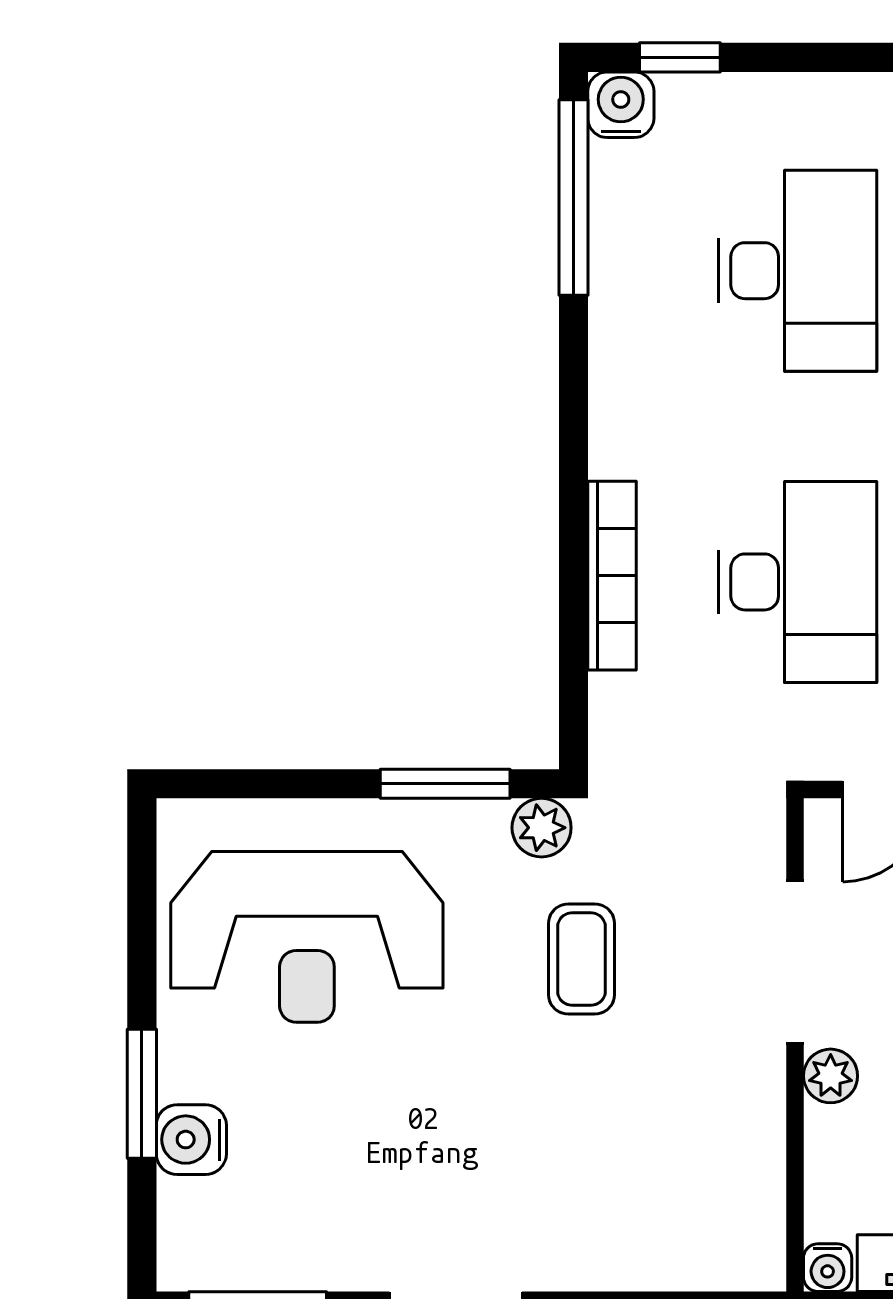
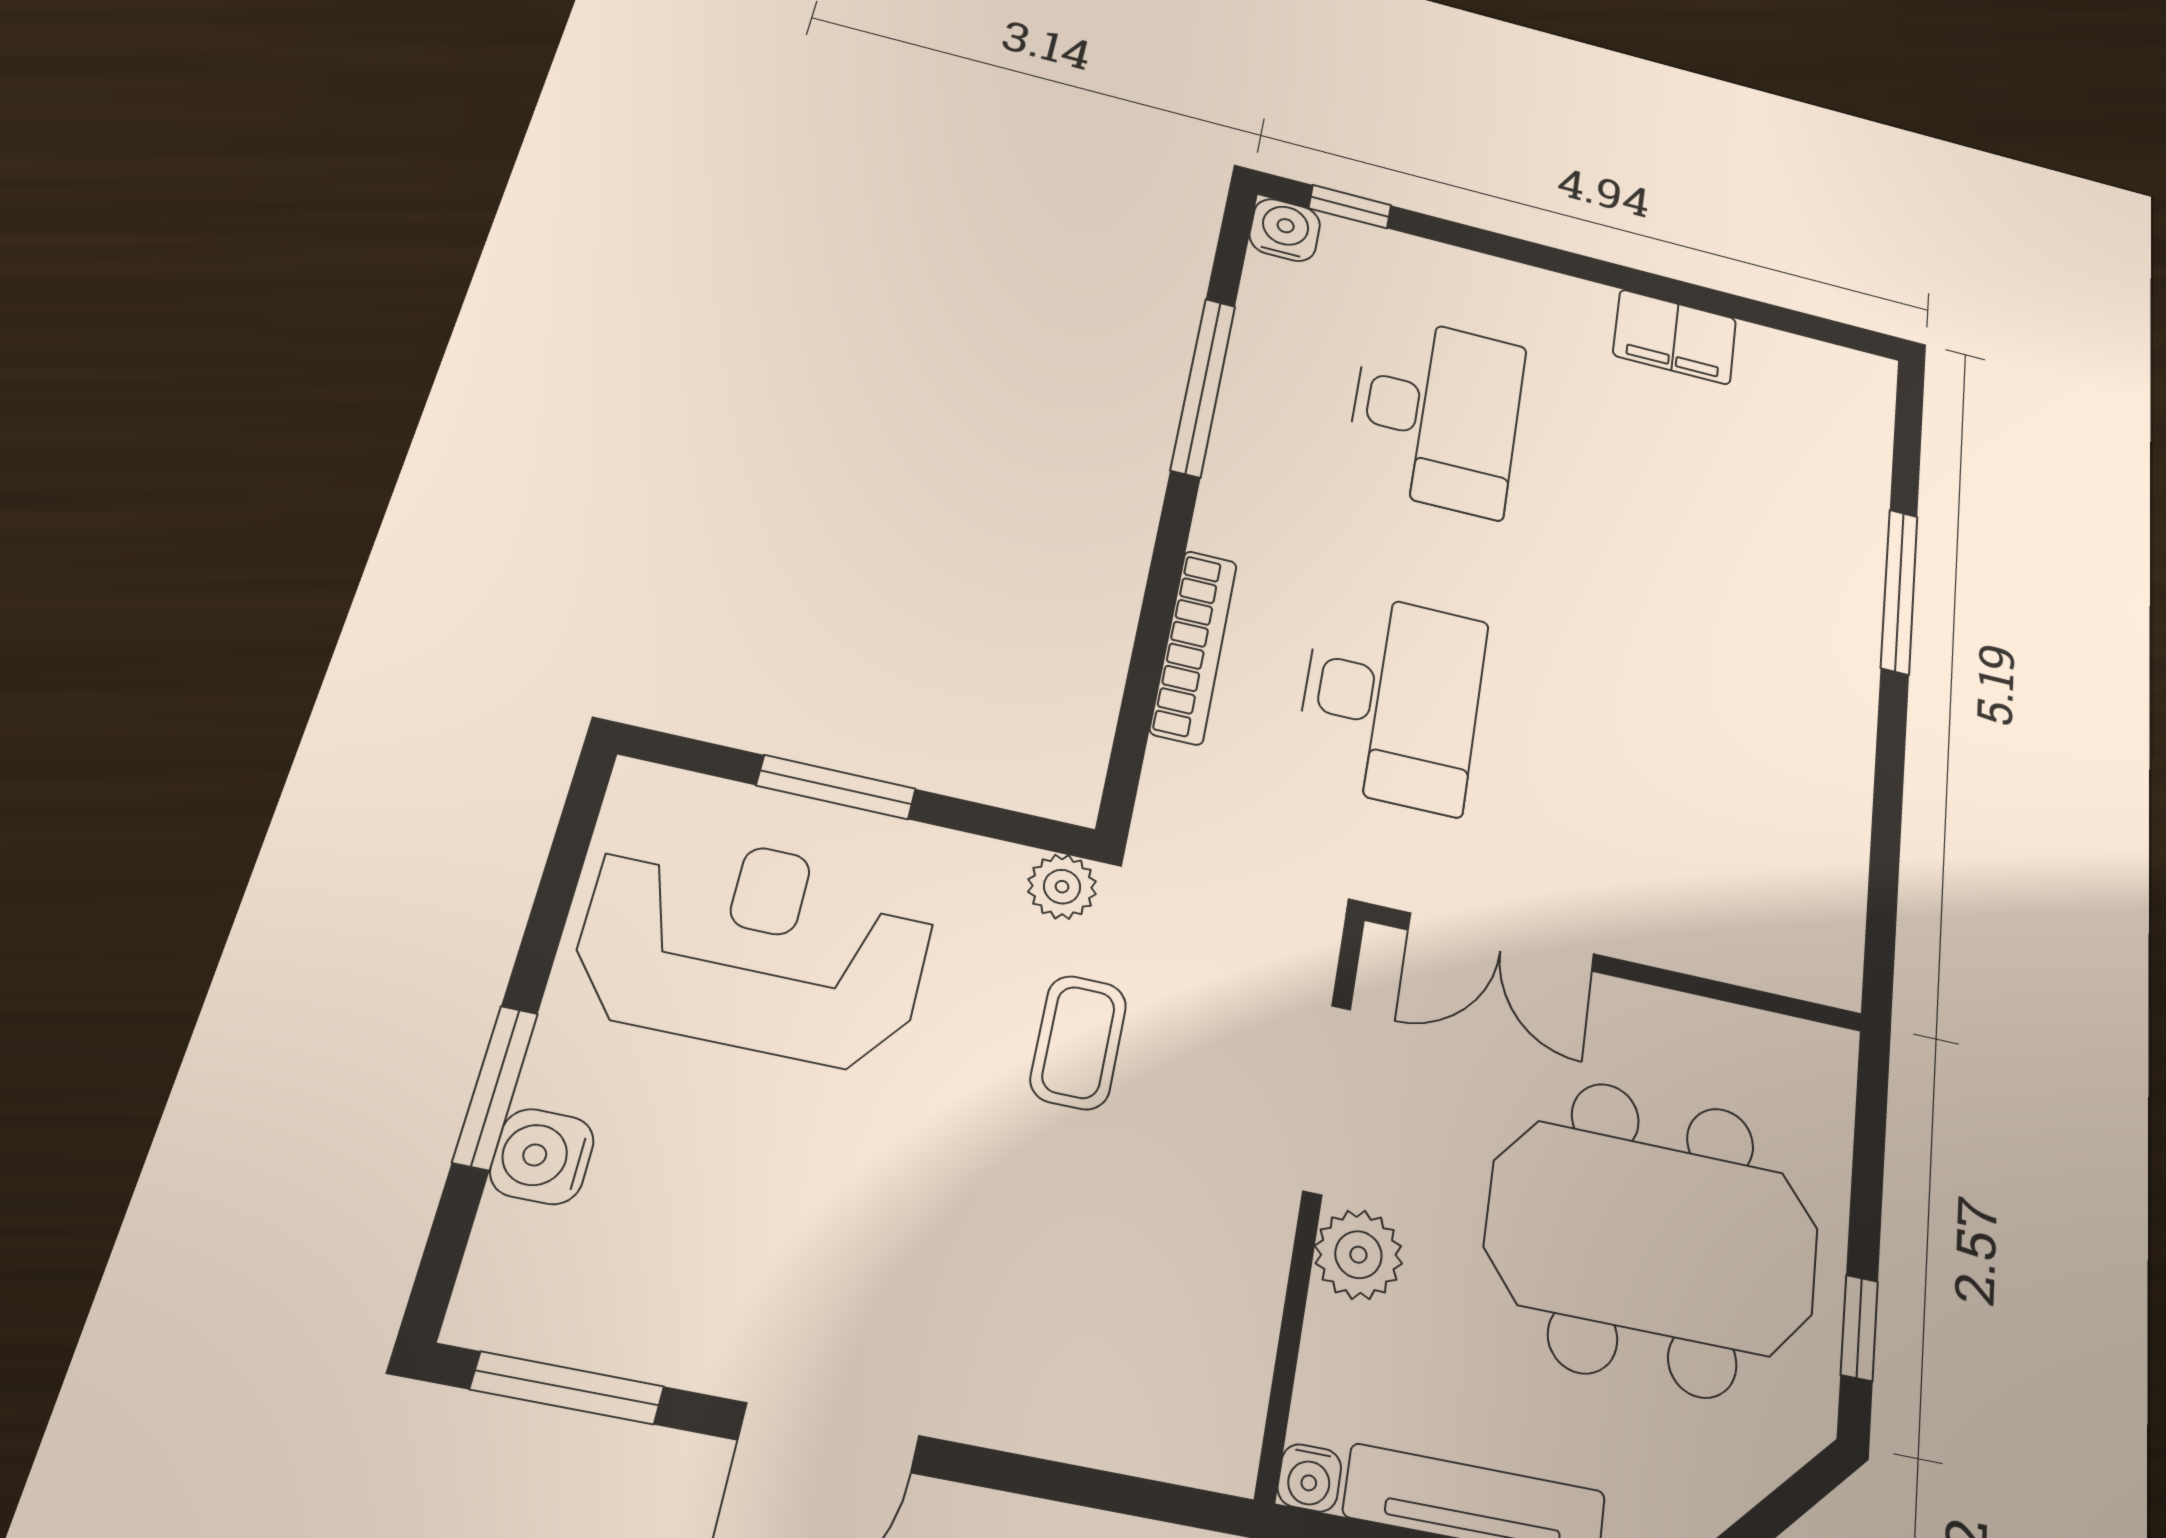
window: (573, 197) -> (1203, 387), moved
window: (445, 784) -> (836, 787), moved
reception desk: (307, 937) -> (755, 947), turned 180
plant: (831, 1076) -> (1358, 1255), width x1.38, depth x1.38

